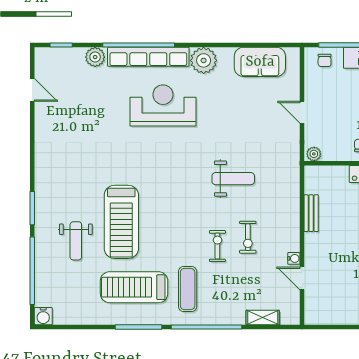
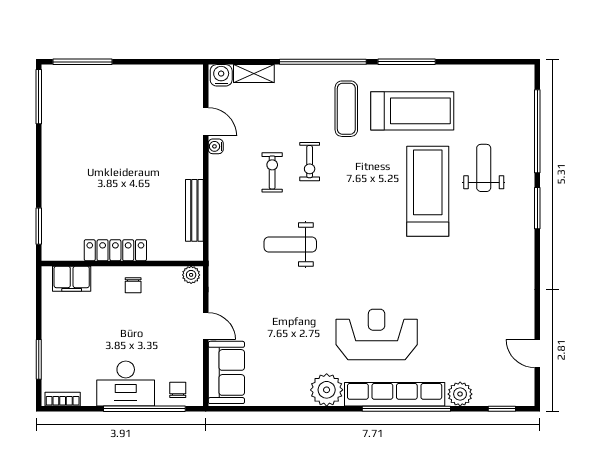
sofa: (260, 62) -> (226, 372), moved, turned 90
reception desk: (163, 105) -> (377, 334), turned 180
bench: (311, 213) -> (194, 210), width x1.36
water cooler: (43, 316) -> (221, 75), moved

